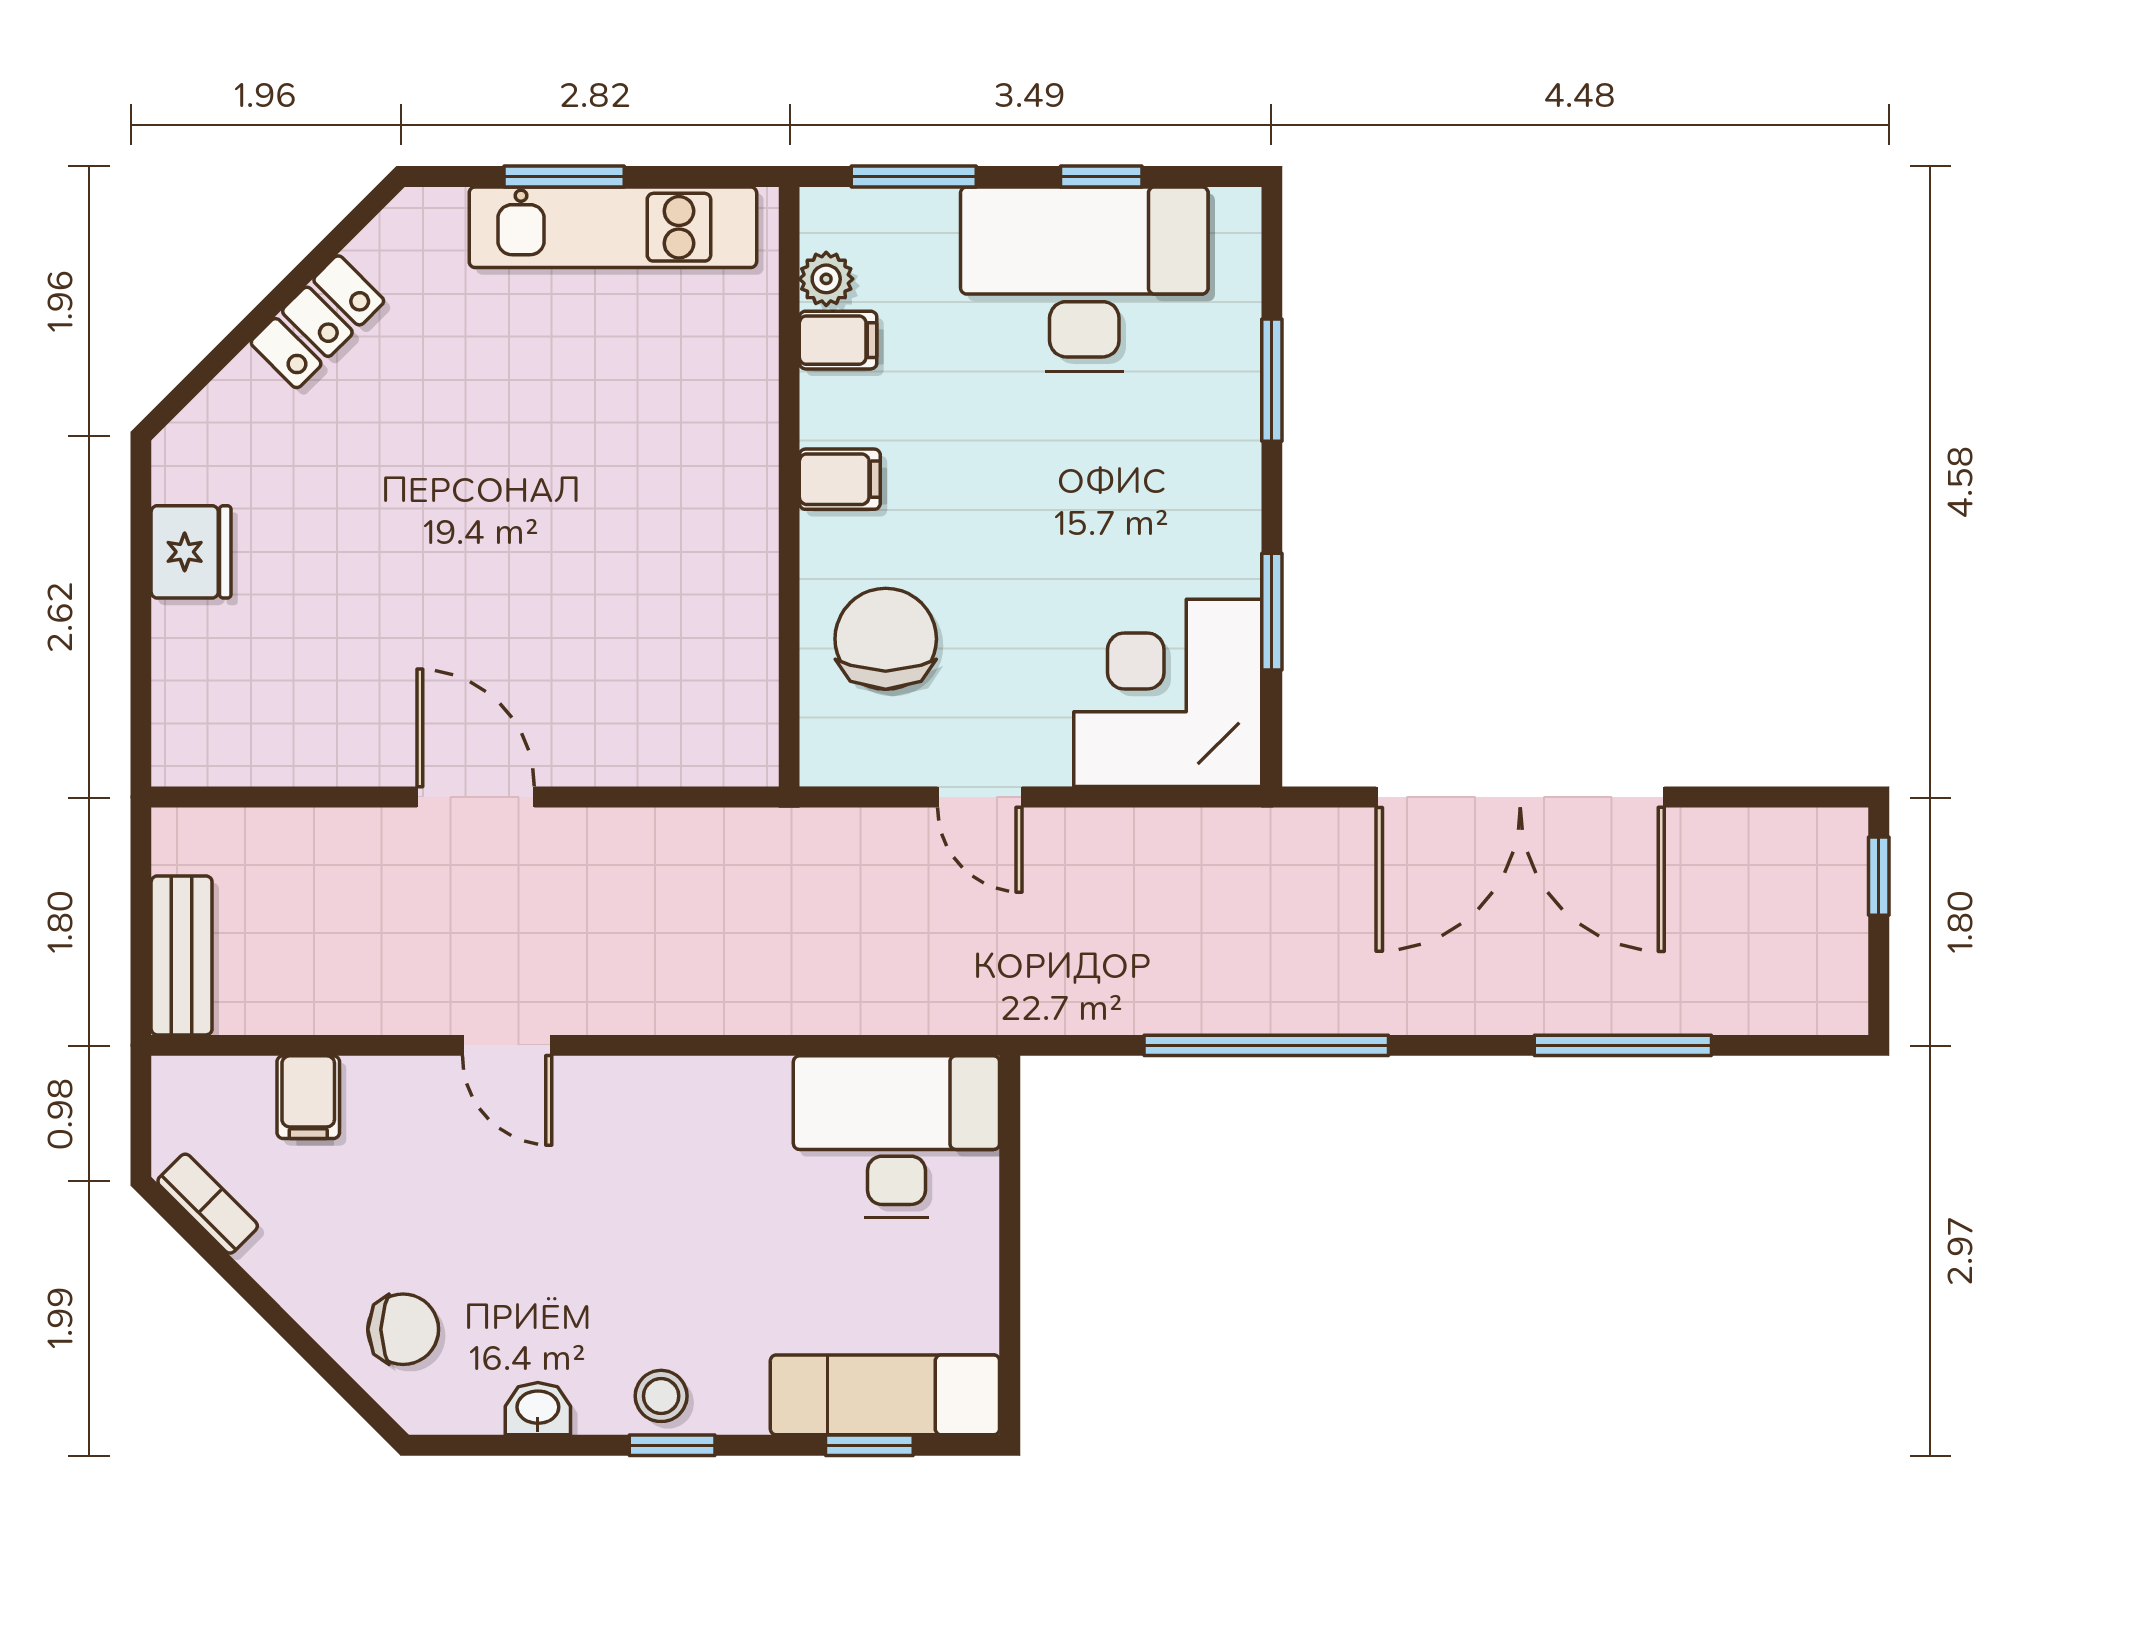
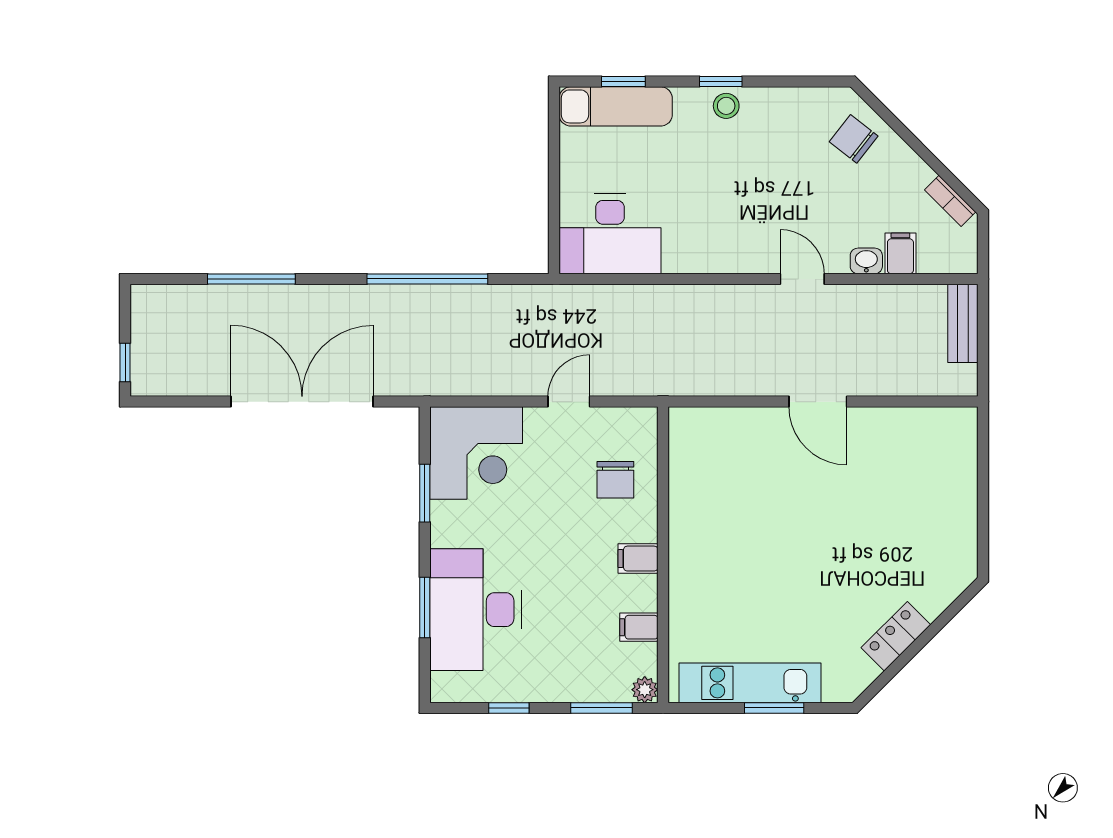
plant: (826, 279) -> (645, 690), moved
desk: (1084, 279) -> (475, 610), moved, turned 90
fridge: (191, 552) -> (958, 523), removed
chair: (886, 639) -> (615, 480), width x0.73, depth x0.73
door: (980, 797) -> (569, 402), hinge flipped
chair: (403, 1329) -> (854, 139), turned 38
washbasin: (538, 1409) -> (866, 261), moved, turned 180

